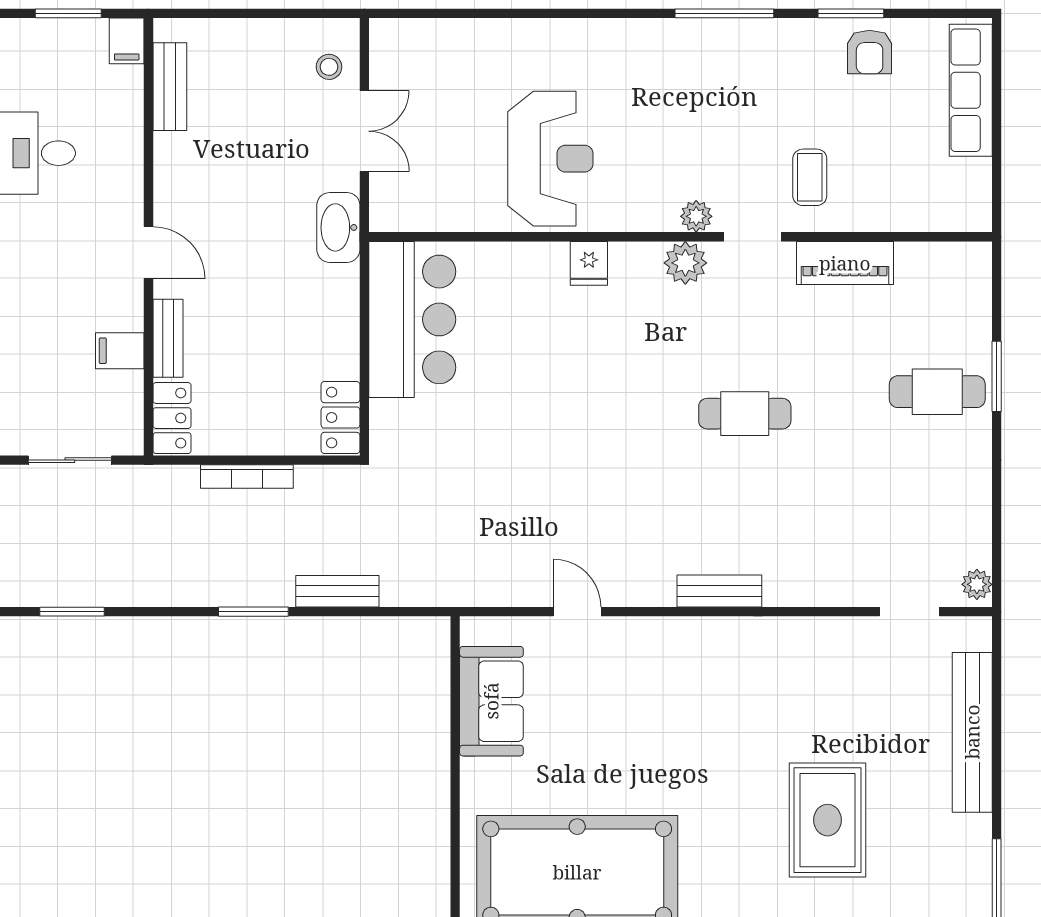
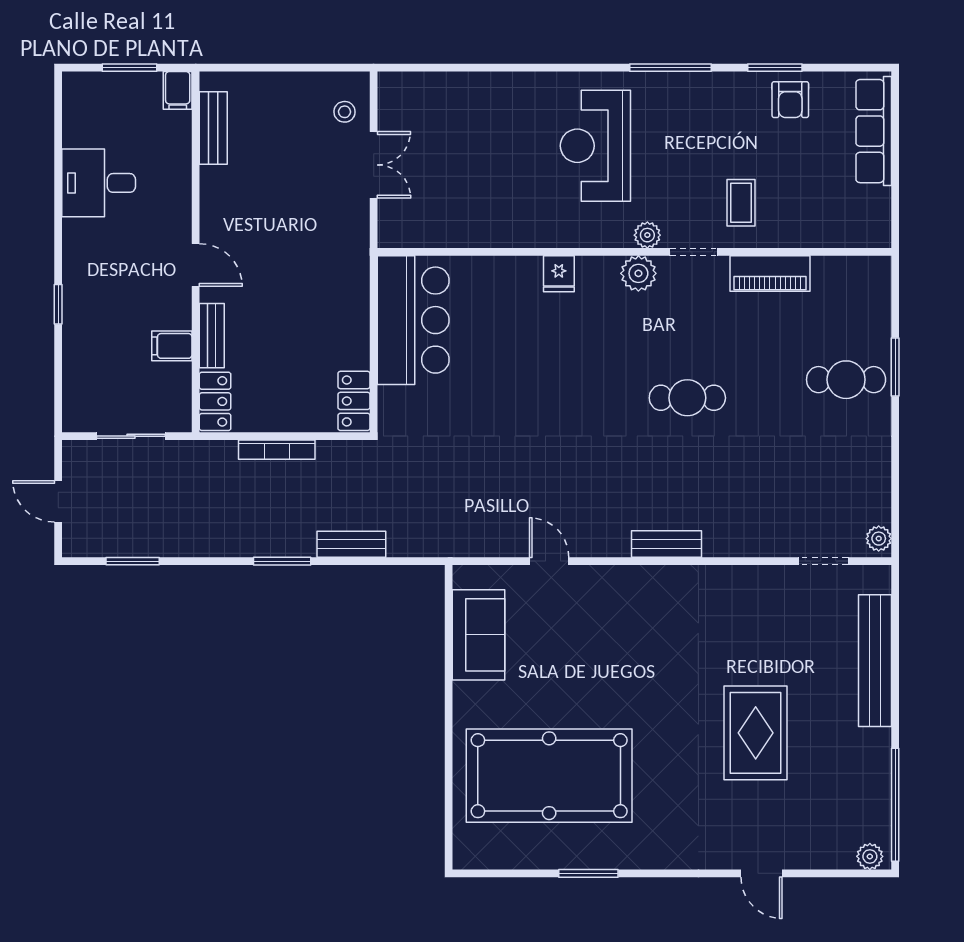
reception desk: (550, 159) -> (595, 146), moved, turned 180
washbasin: (338, 227) -> (352, 244), removed

